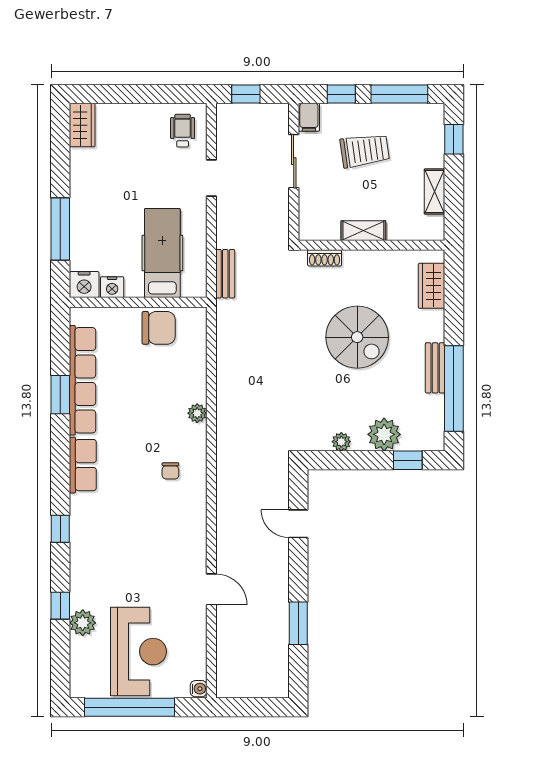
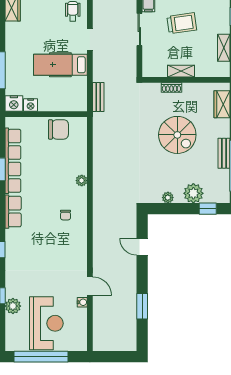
hospital bed: (162, 253) -> (60, 65), moved, turned -90
shoe rack: (325, 258) -> (171, 87), moved
water cooler: (199, 689) -> (82, 302), moved

